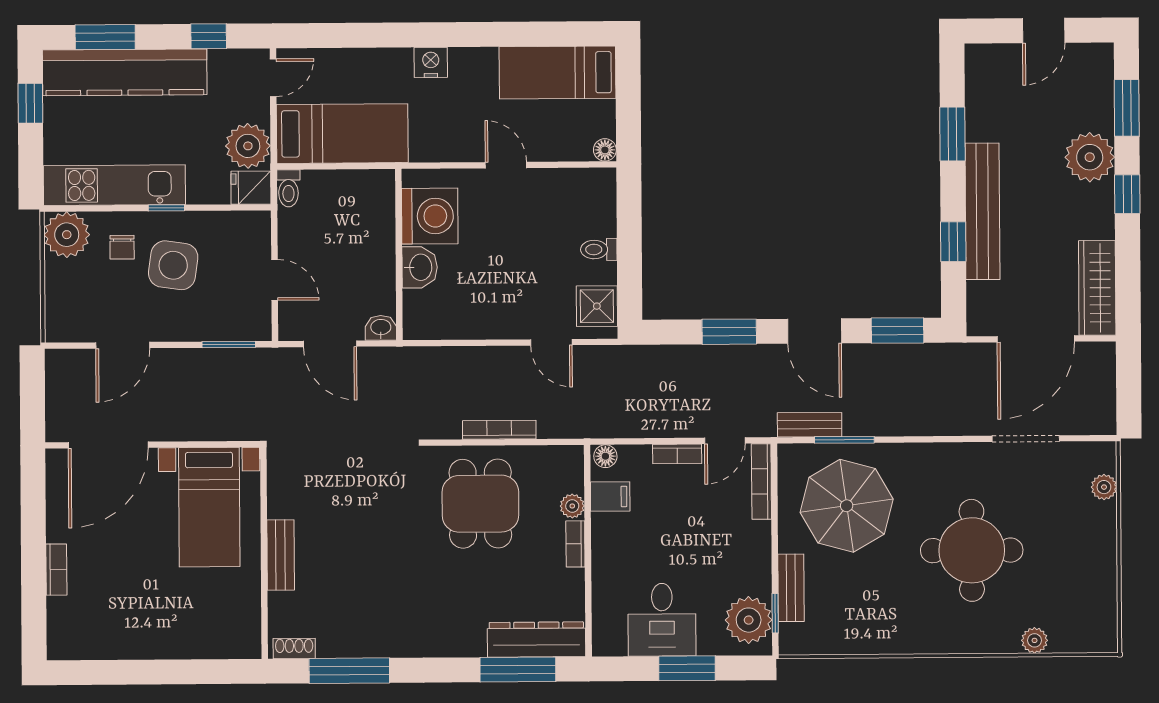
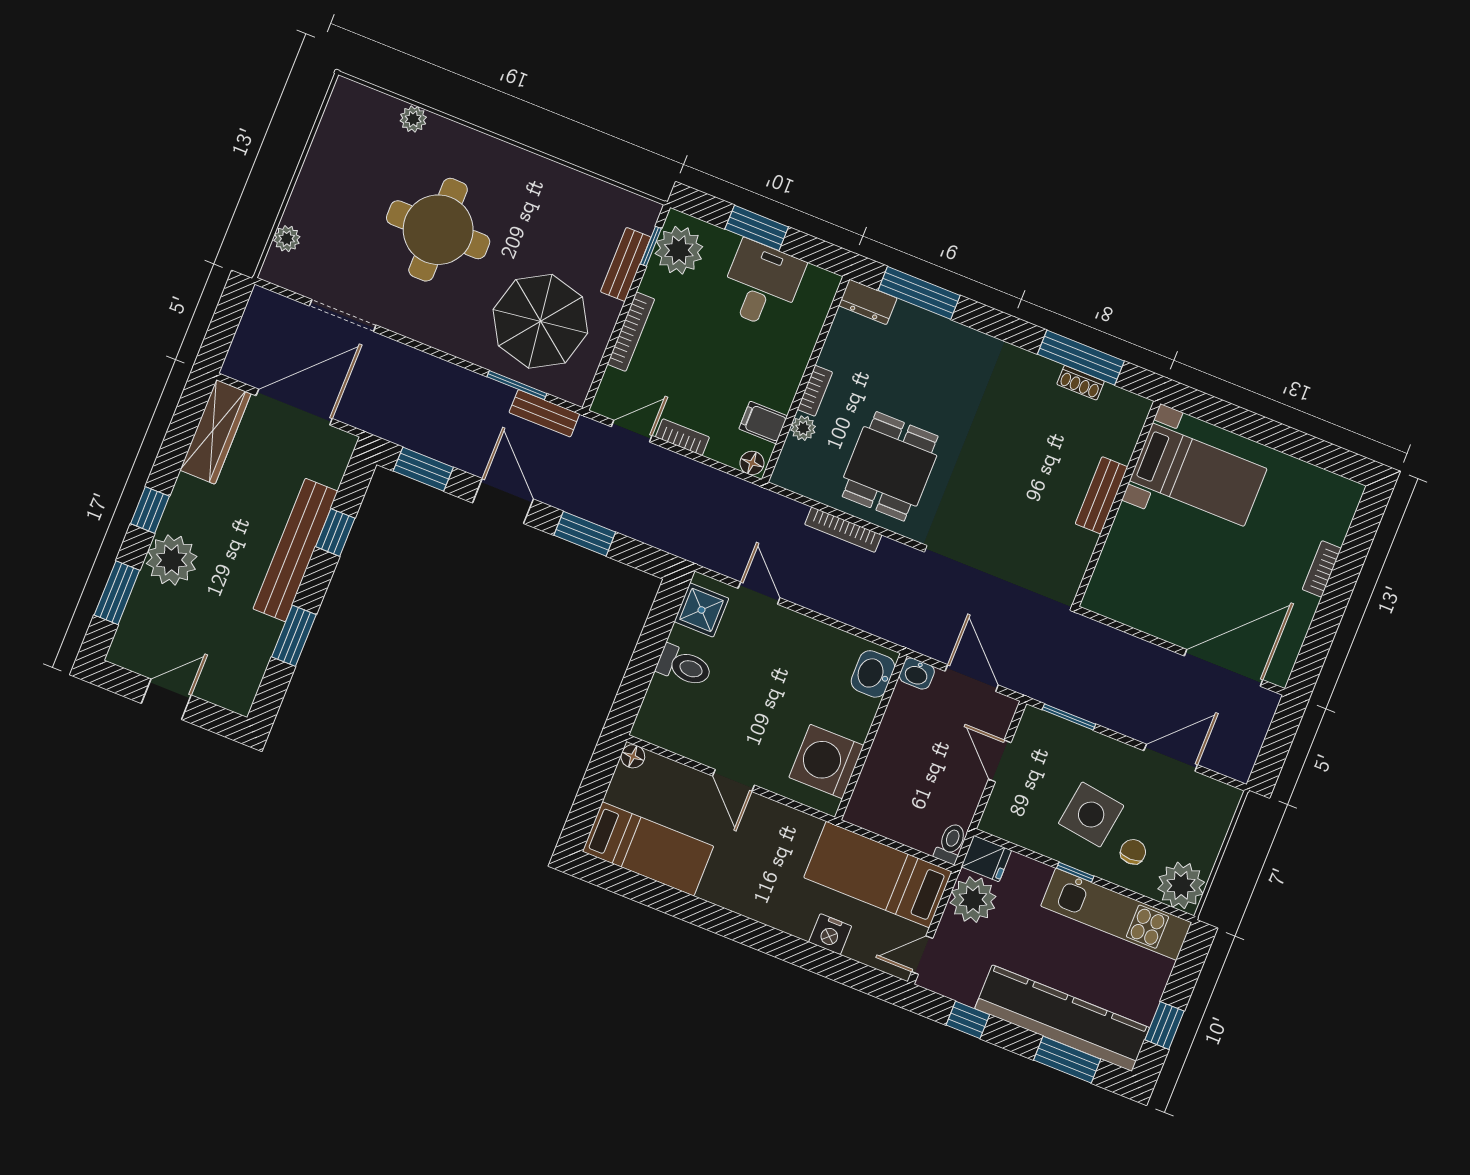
nightstand: (431, 62) -> (830, 934), moved
toilet: (599, 249) -> (684, 666), width x1.37, depth x1.39
washbasin: (420, 267) -> (873, 674), moved
bookcase: (761, 481) -> (631, 332), moved
bed with nightstands: (209, 507) -> (1198, 475), moved, turned 90
dresser: (536, 639) -> (868, 302), width x0.51, depth x0.80
shoe rack: (294, 648) -> (1081, 383), moved

